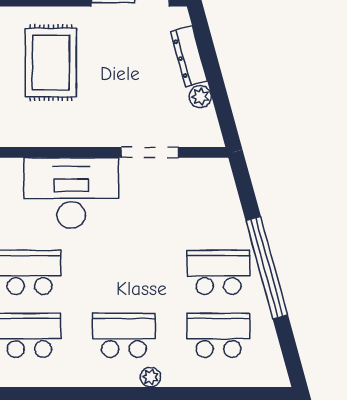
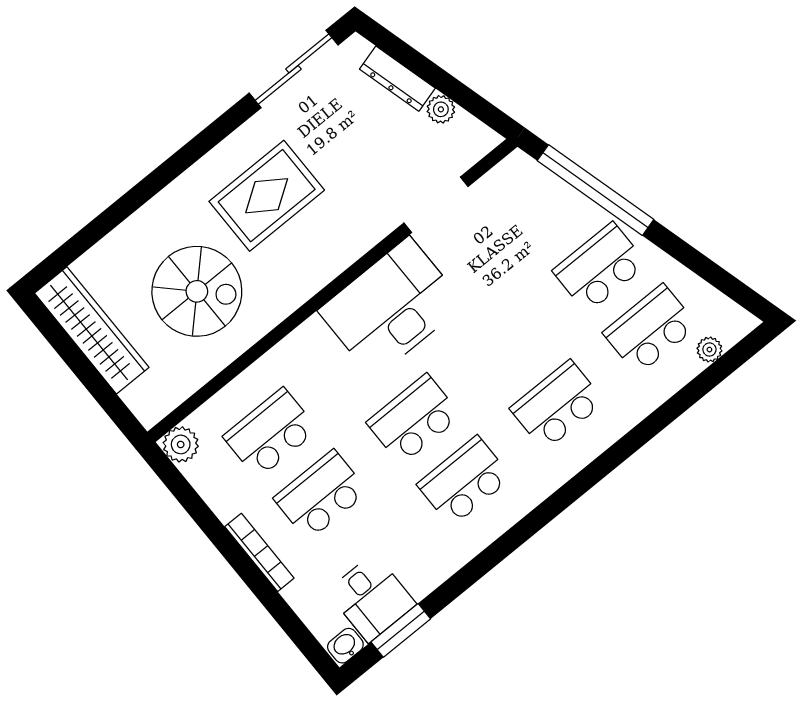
rug: (51, 63) -> (267, 196), turned 90
window: (267, 268) -> (596, 190), moved
plant: (150, 377) -> (709, 350), moved

